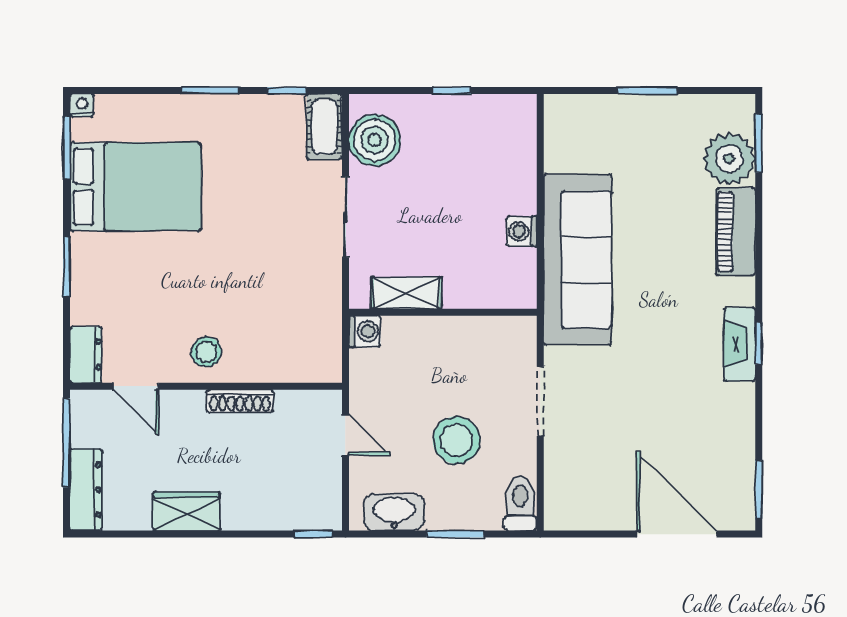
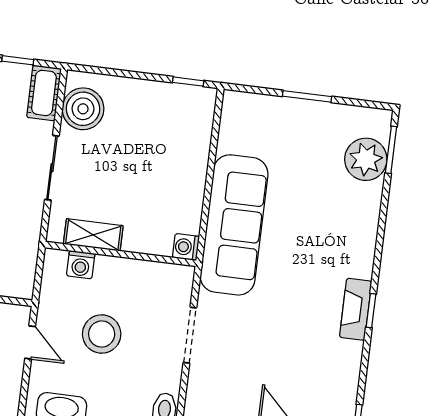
window: (452, 91) -> (188, 82), moved
washing machine: (522, 231) -> (186, 247), moved
piano: (736, 232) -> (364, 218), removed
washing machine: (365, 332) -> (81, 265), moved, turned 90
stool: (457, 440) -> (102, 334), moved

